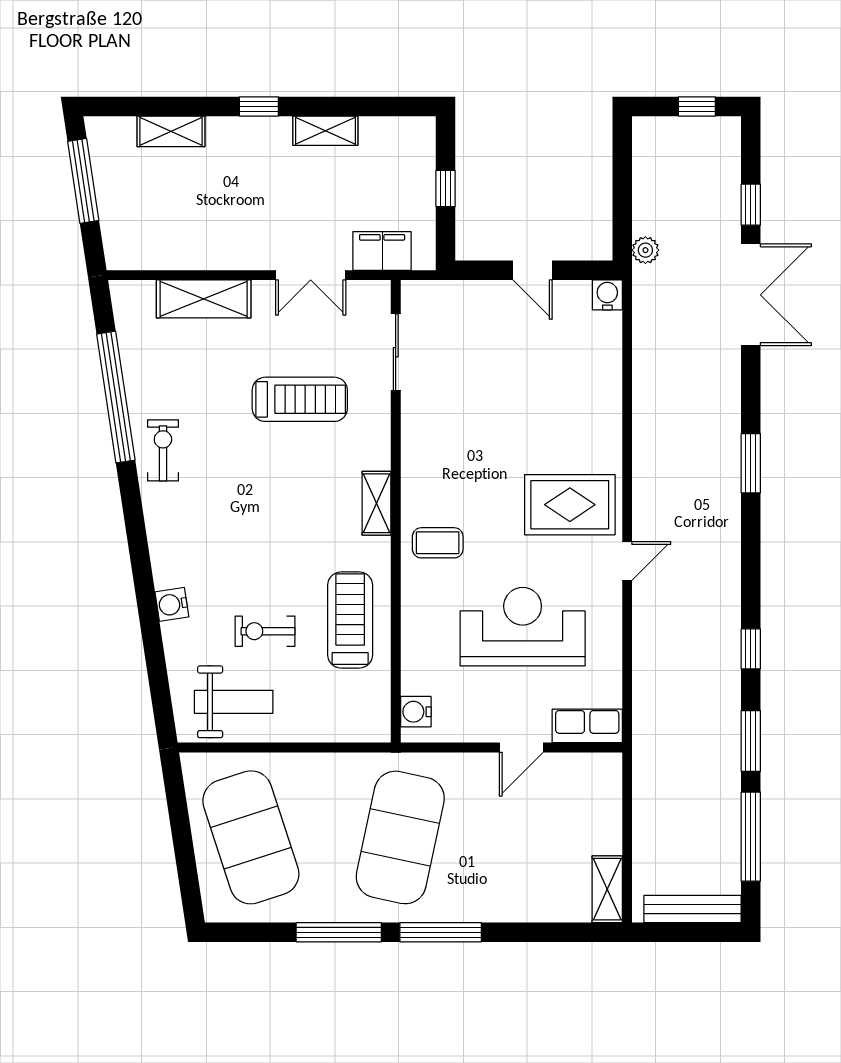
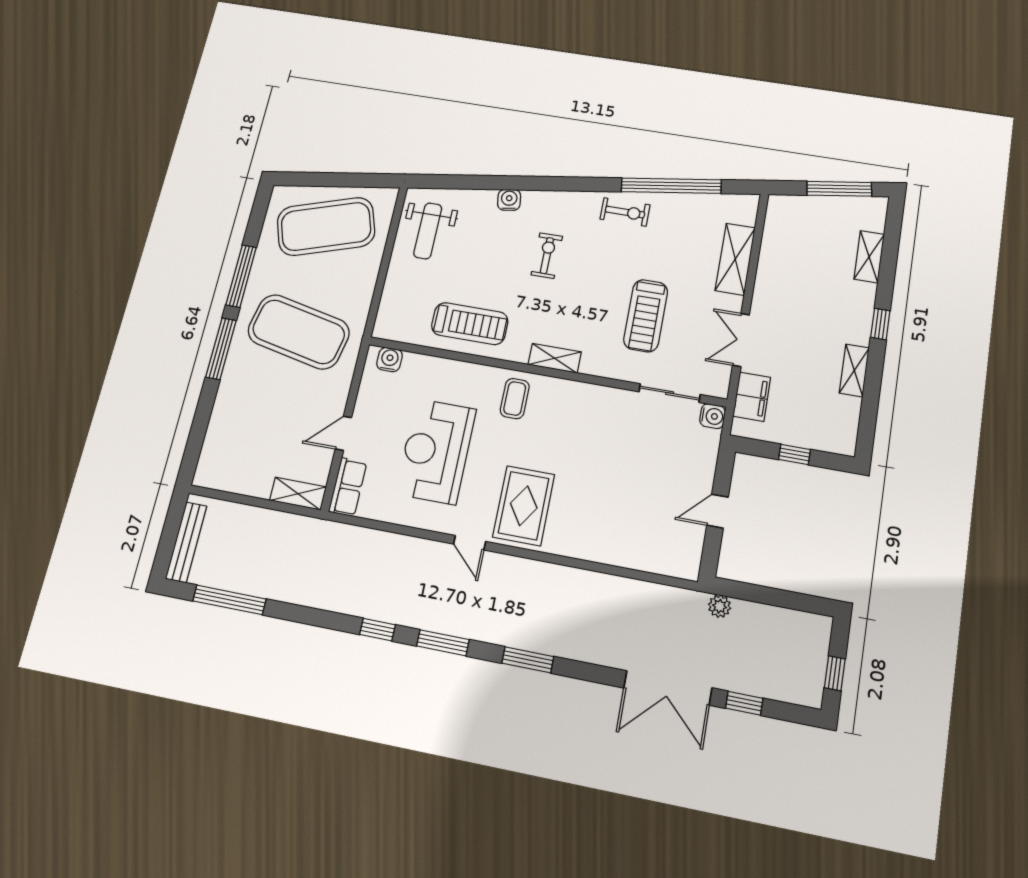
water cooler: (607, 295) -> (712, 416), moved
reception desk: (523, 627) -> (436, 451), turned 180
exercise bike: (265, 631) -> (547, 256), moved
window: (751, 741) -> (443, 643), moved
door: (521, 747) -> (343, 433), hinge flipped
shelving: (607, 889) -> (298, 494), moved

